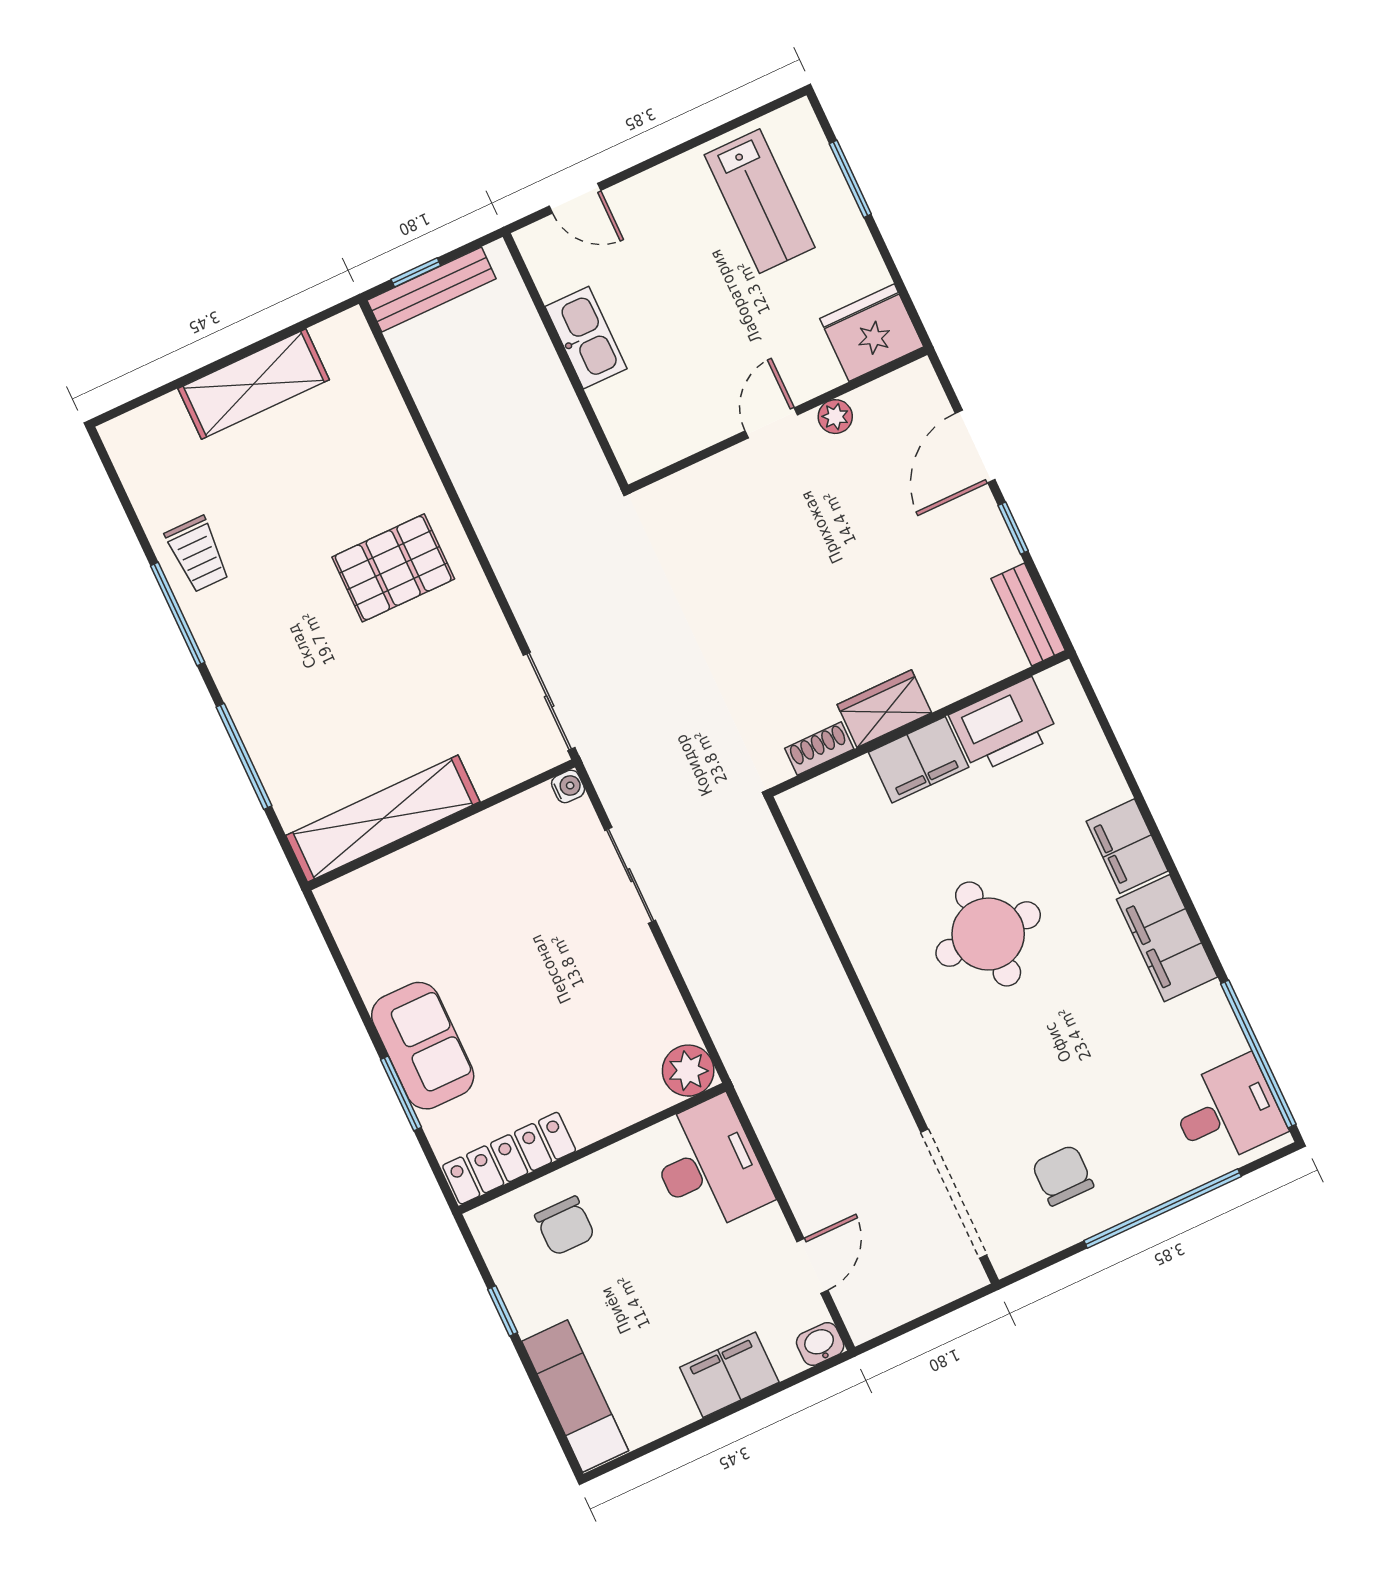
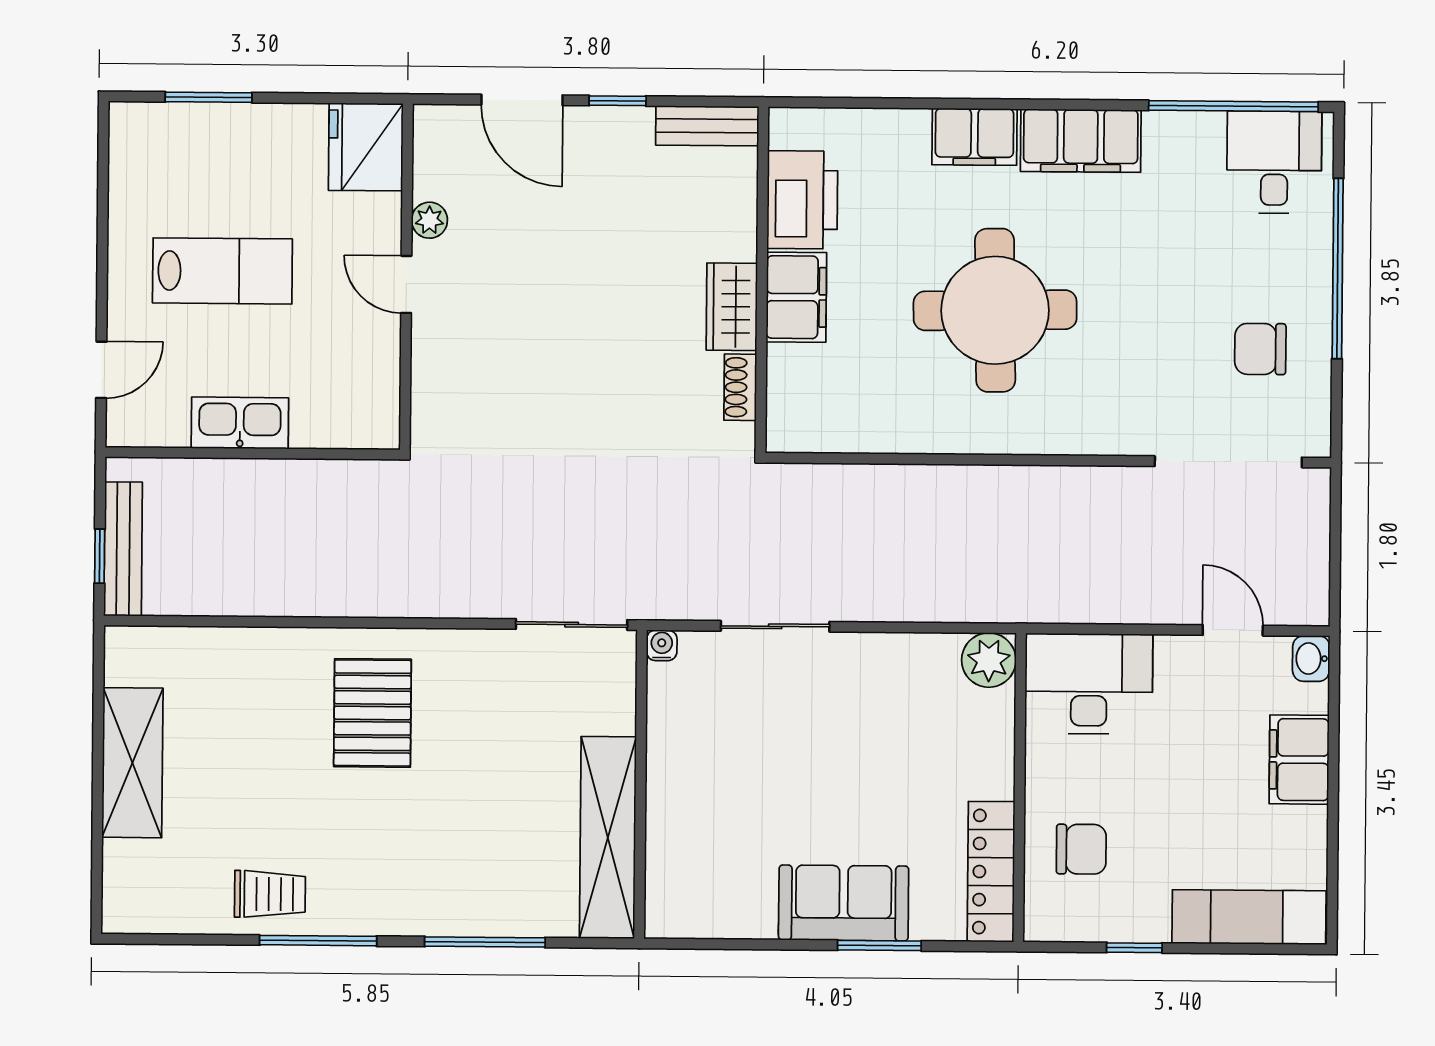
lab bench: (760, 201) -> (222, 271), moved
round table: (988, 934) -> (995, 310), width x1.36, depth x1.36

